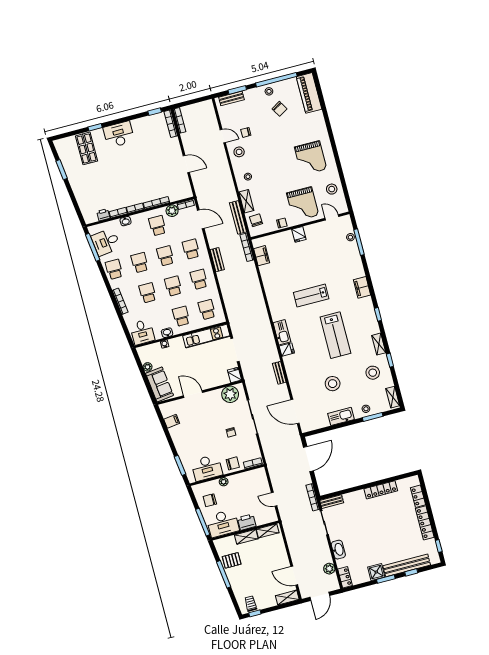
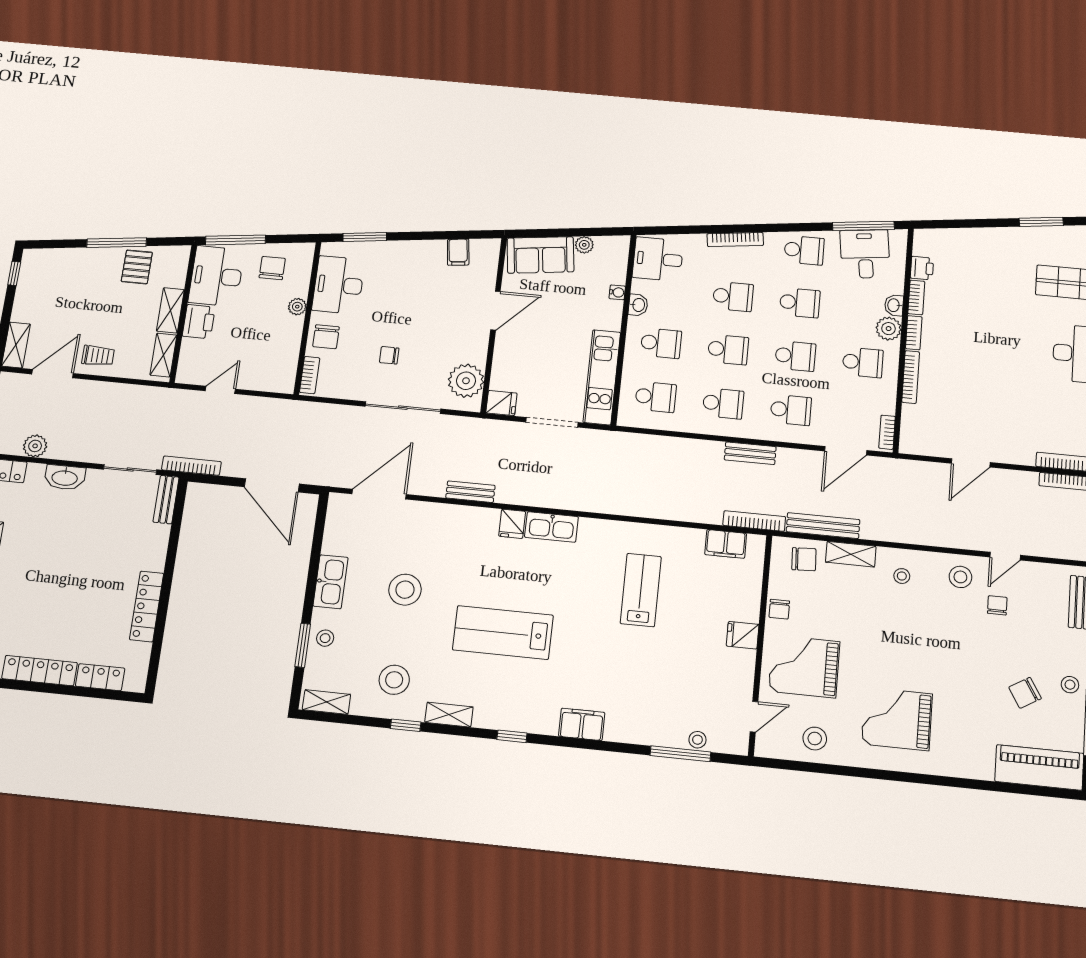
plant: (172, 211) -> (889, 329), moved
lab bench: (311, 296) -> (641, 590), moved
trolley: (251, 604) -> (98, 356), moved

